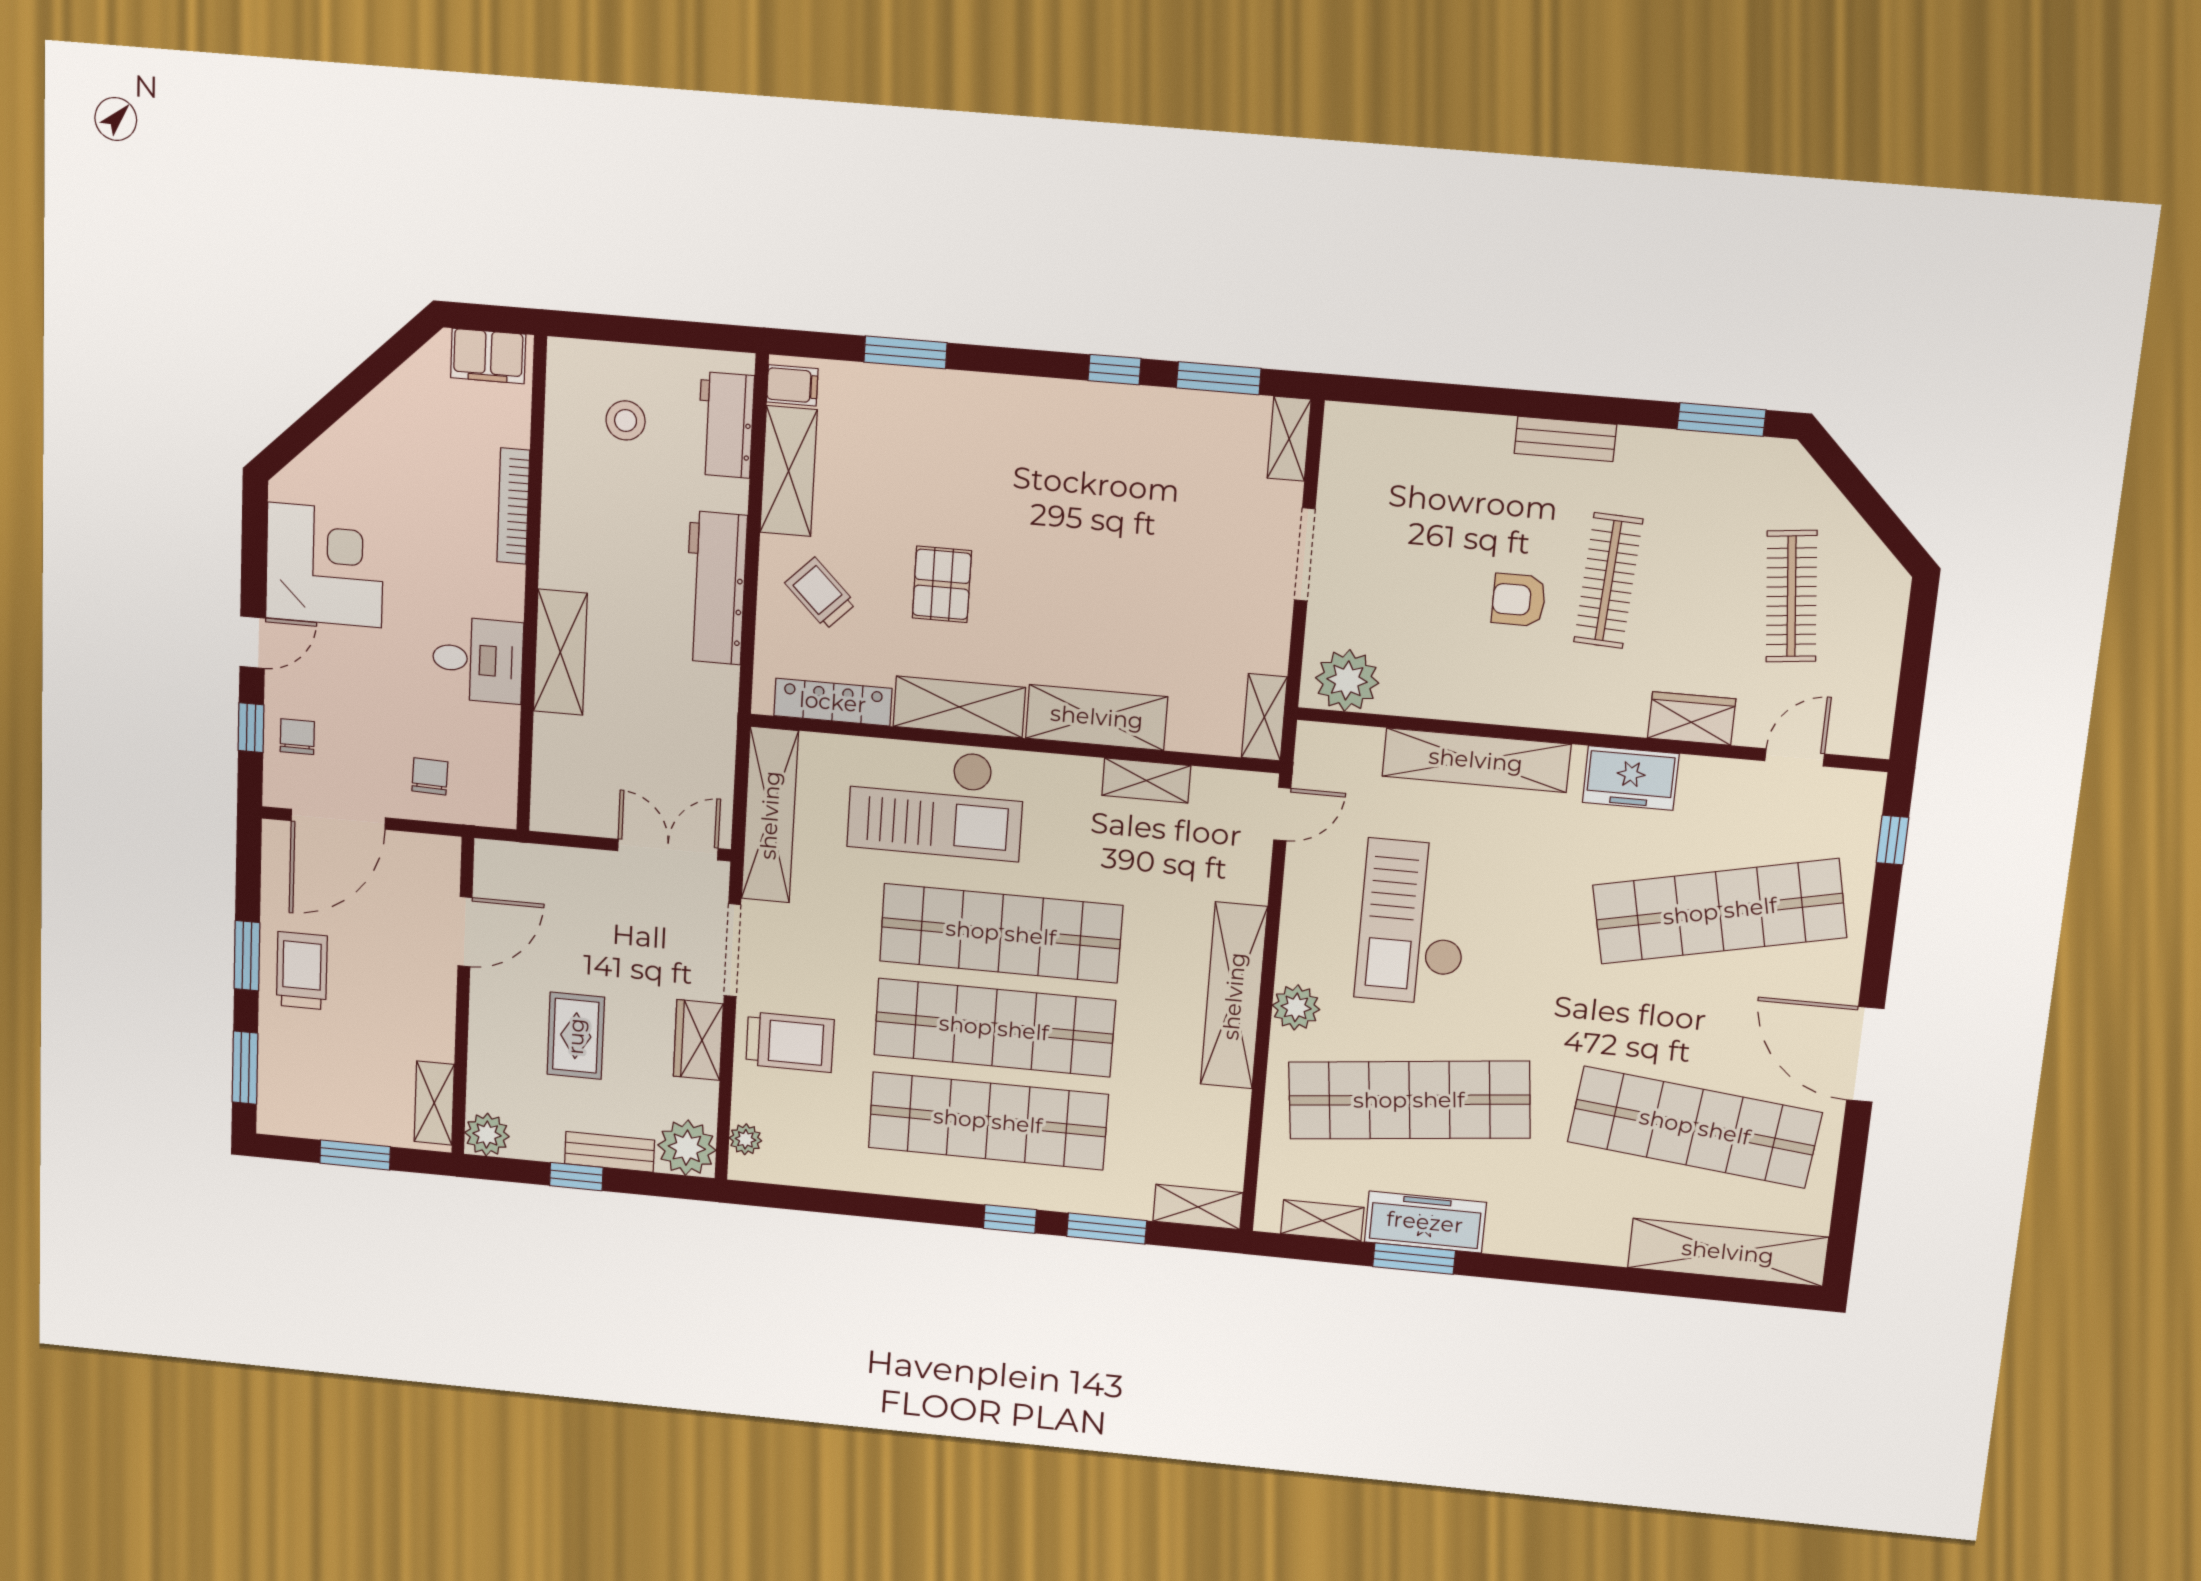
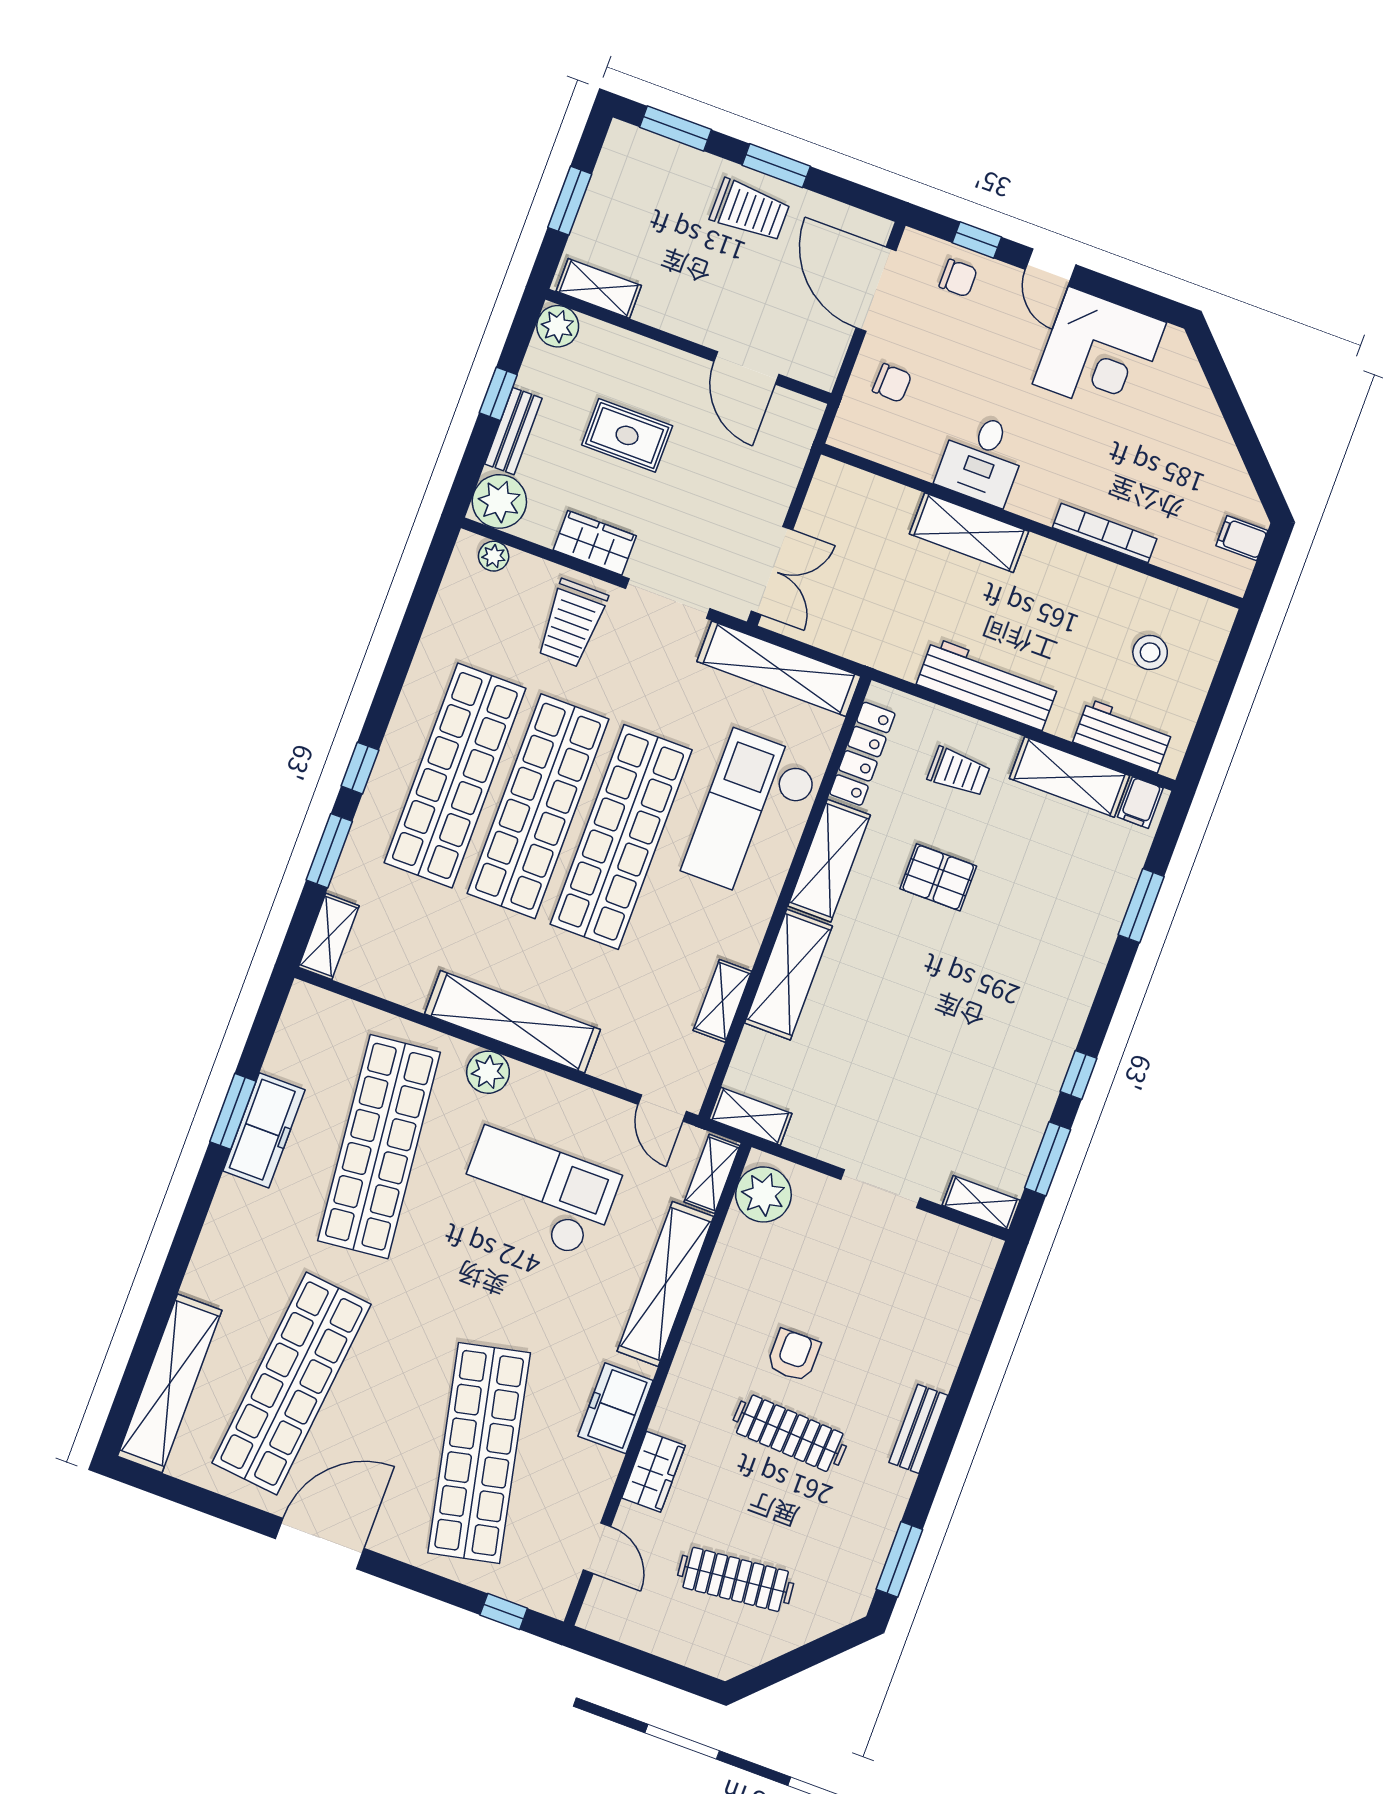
filing cabinet: (488, 356) -> (1242, 538), width x0.50
trolley: (820, 593) -> (959, 772), turned 45
shelving: (1322, 1221) -> (712, 1174), moved

